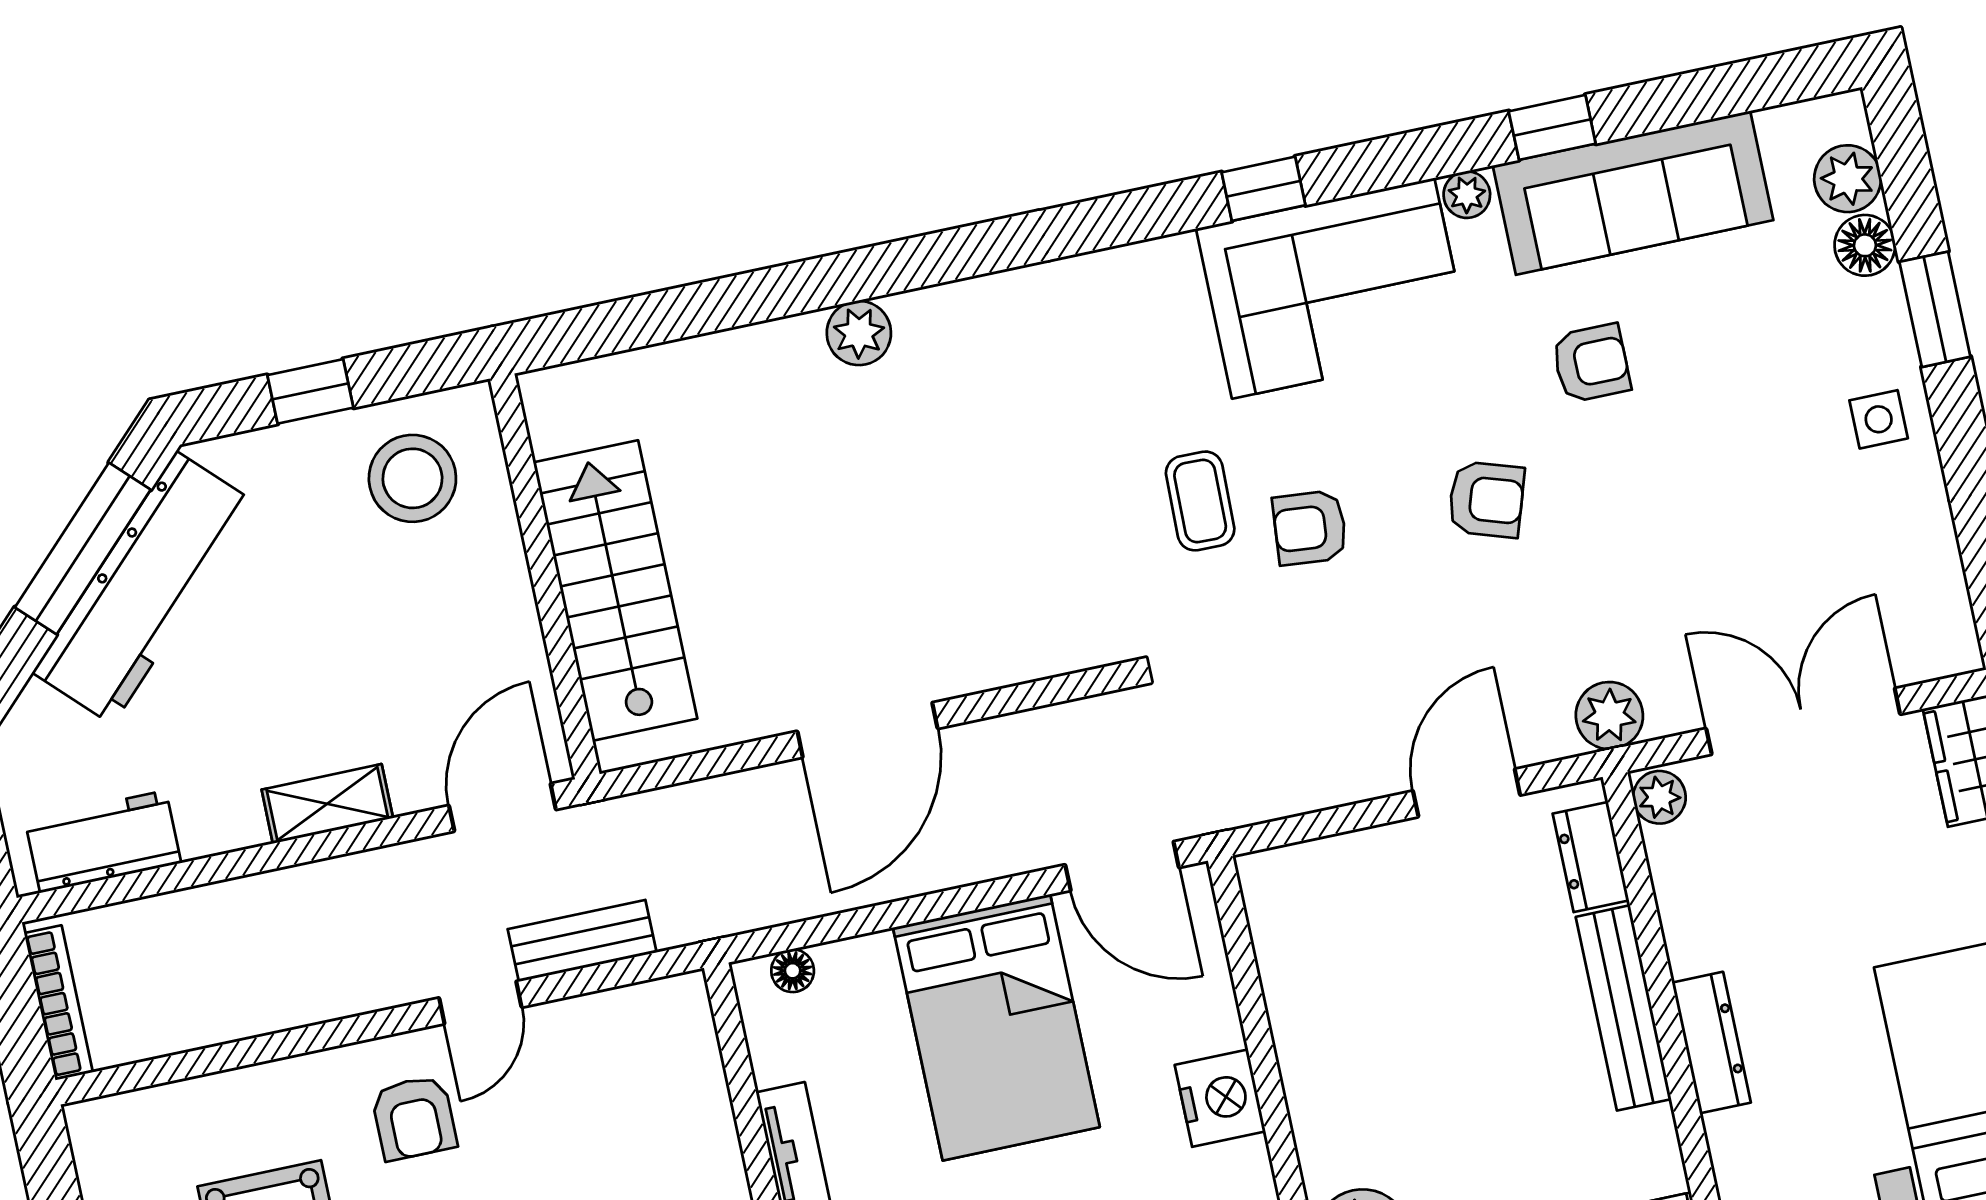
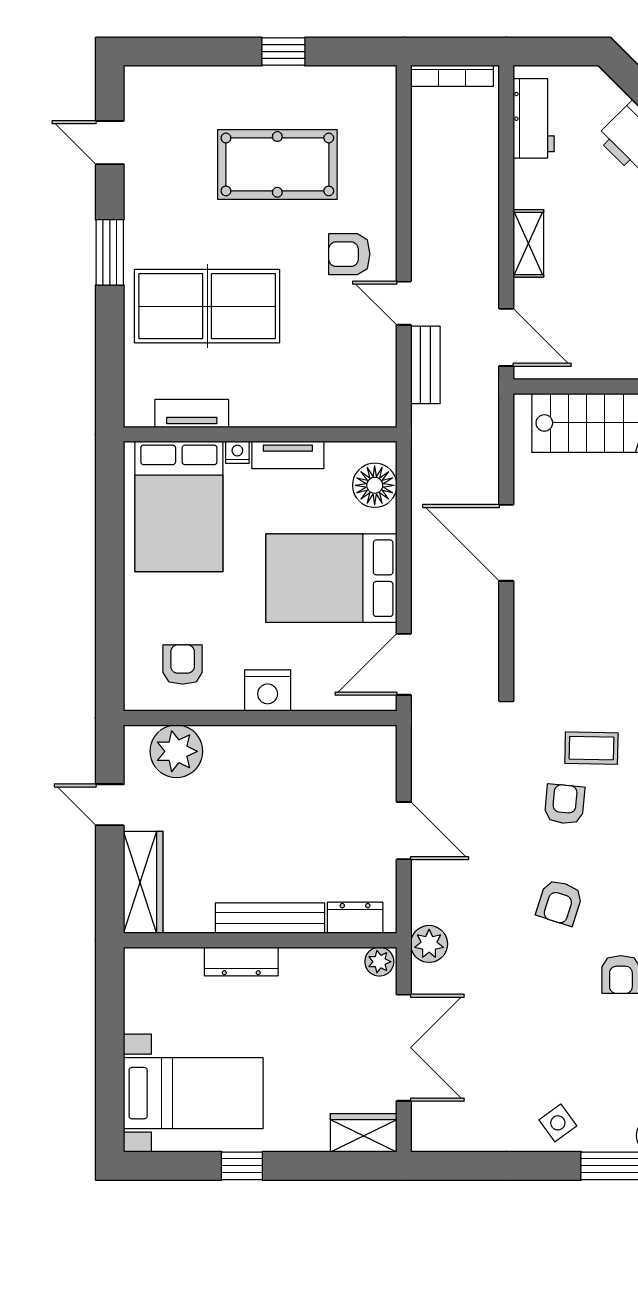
side table: (1879, 419) -> (558, 1123), turned -36
door: (1467, 793) -> (404, 831), moved
floor lamp: (793, 971) -> (375, 485), width x1.89, depth x1.89

